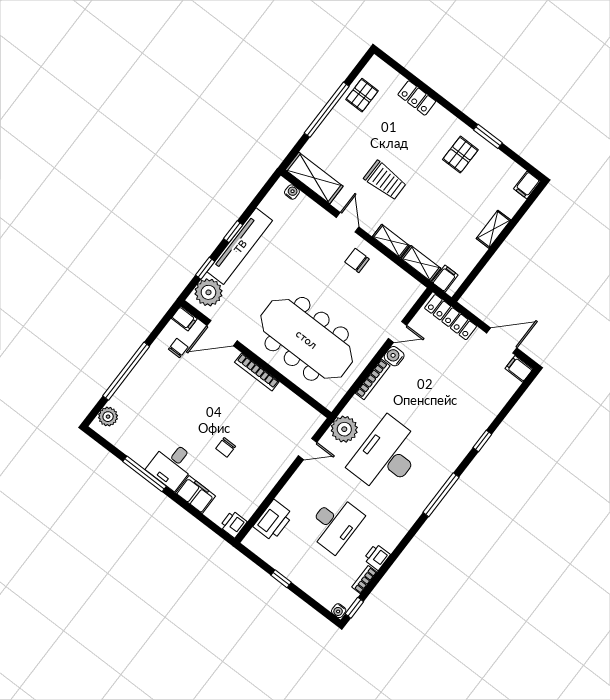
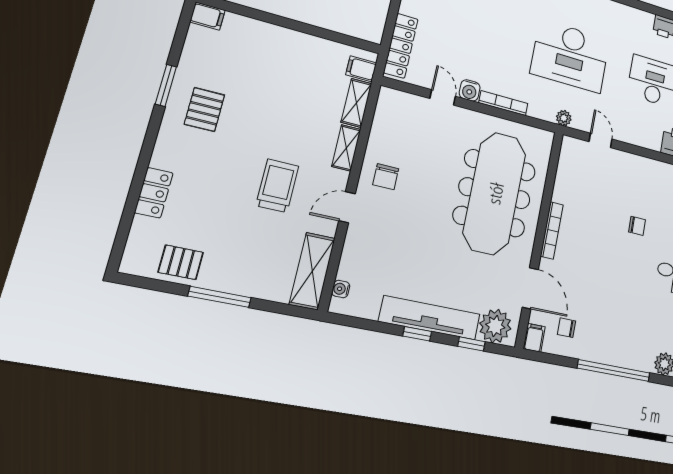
window: (327, 110) -> (220, 297), width x0.68
pallet: (460, 155) -> (205, 110), turned 90
shelving: (493, 229) -> (279, 36), removed
plant: (344, 429) -> (564, 118), width x0.53, depth x0.53

